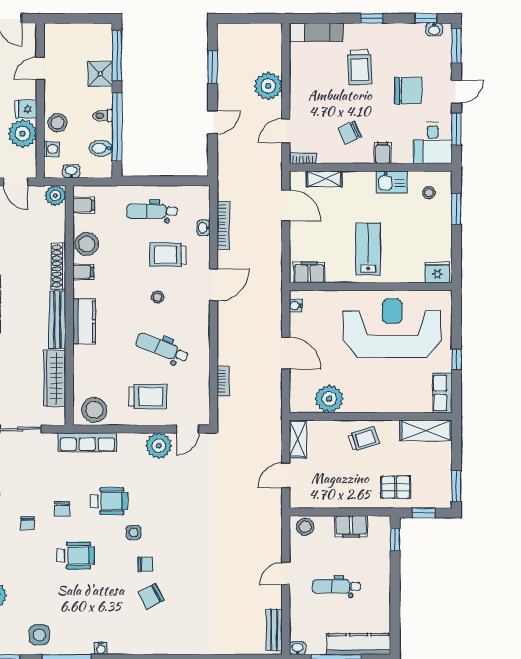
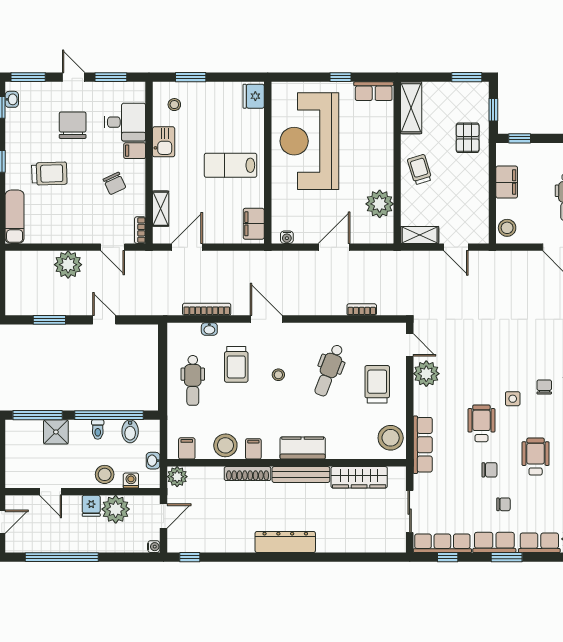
desk: (433, 143) -> (125, 122), moved

